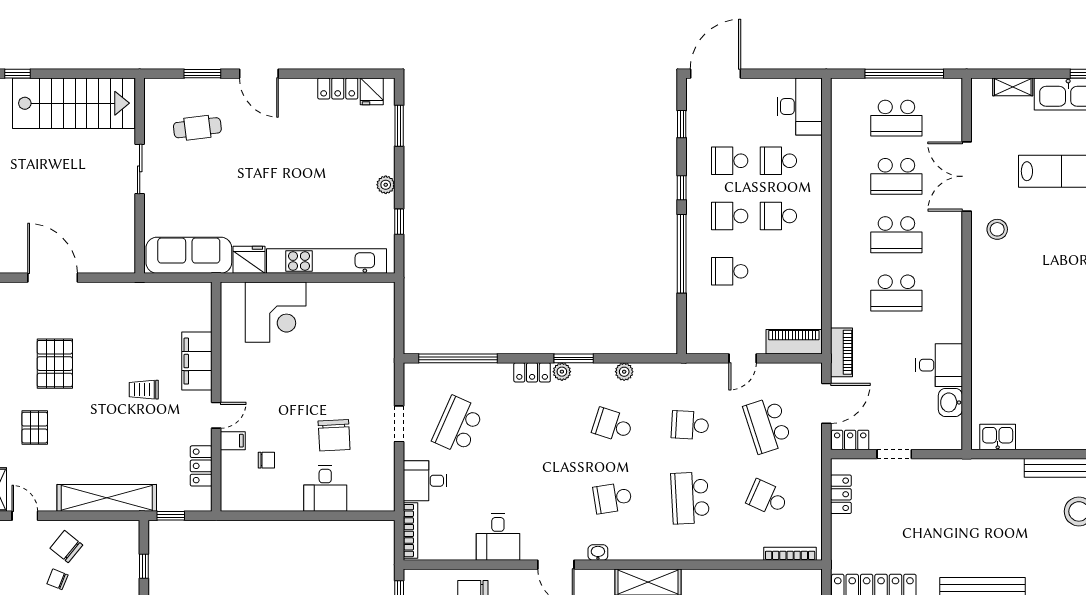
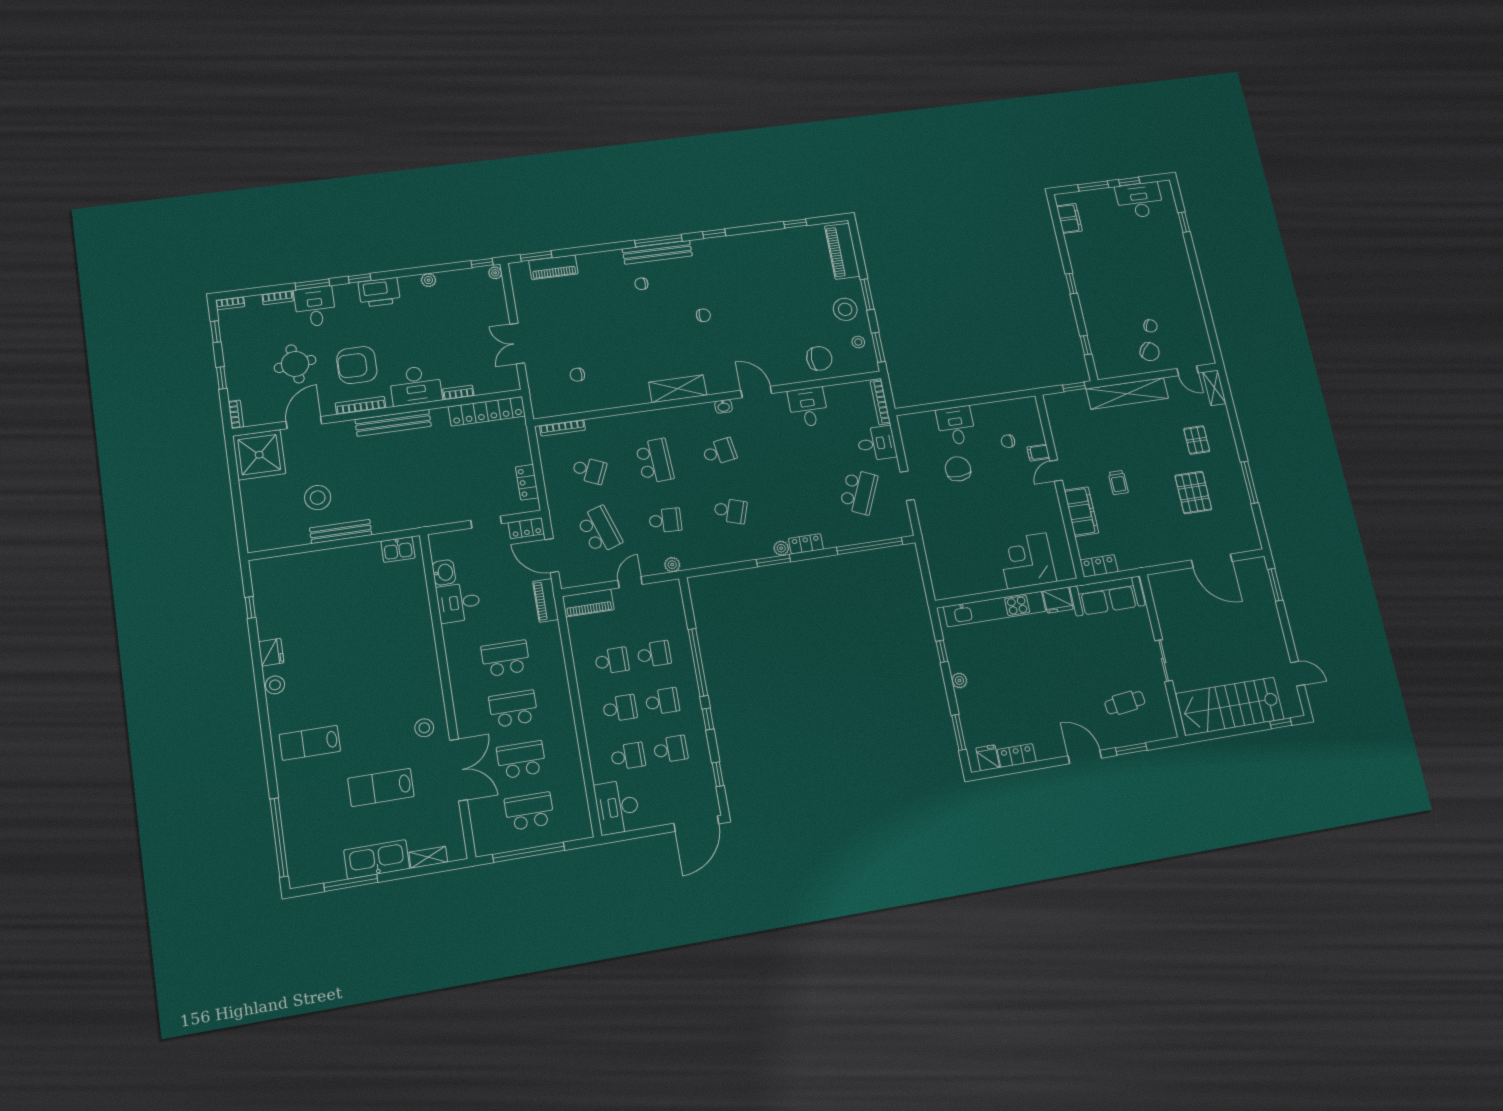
school desk: (778, 271) -> (612, 661), added
plant: (624, 372) -> (672, 565), moved
trolley: (144, 390) -> (1118, 482), turned 90
door: (826, 403) -> (552, 556), hinge flipped
locker: (201, 466) -> (1099, 566), moved, turned -90

